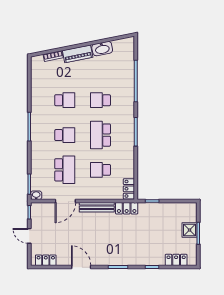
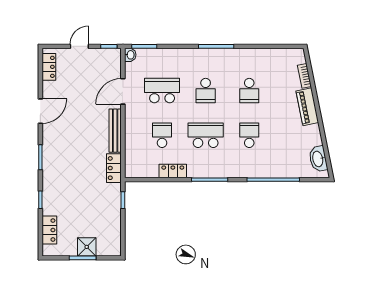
washbasin: (102, 49) -> (318, 159), moved
school desk: (65, 170) -> (162, 91), turned 180
locker: (129, 189) -> (173, 171), moved
door: (65, 201) -> (123, 91), hinge flipped

